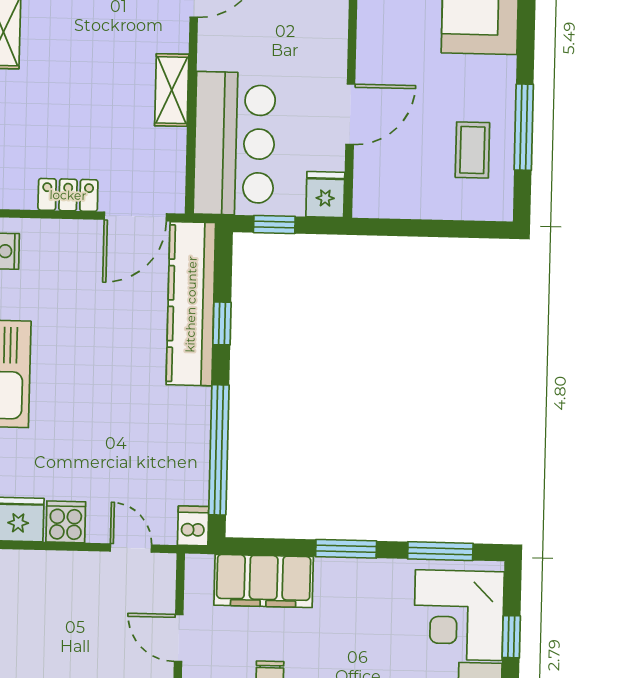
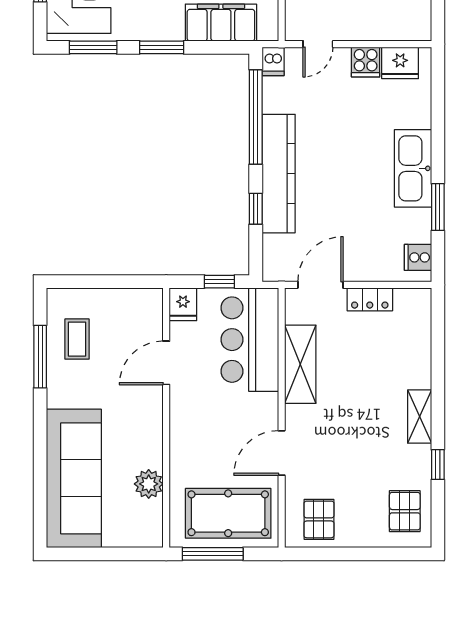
shelving: (172, 90) -> (300, 364), width x1.50, depth x1.33
kitchen counter: (191, 304) -> (279, 174), moved
door: (131, 548) -> (318, 44), hinge flipped

